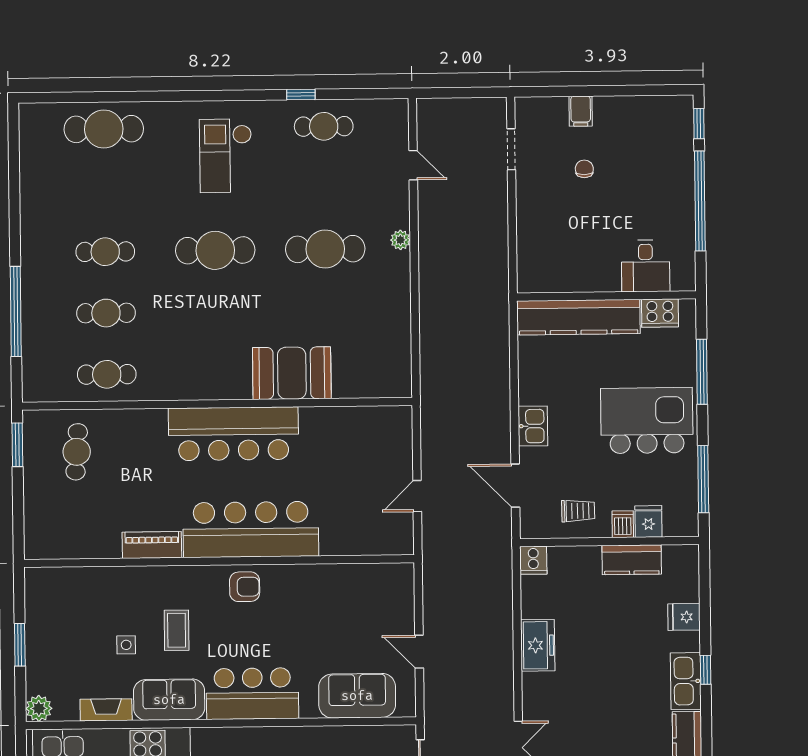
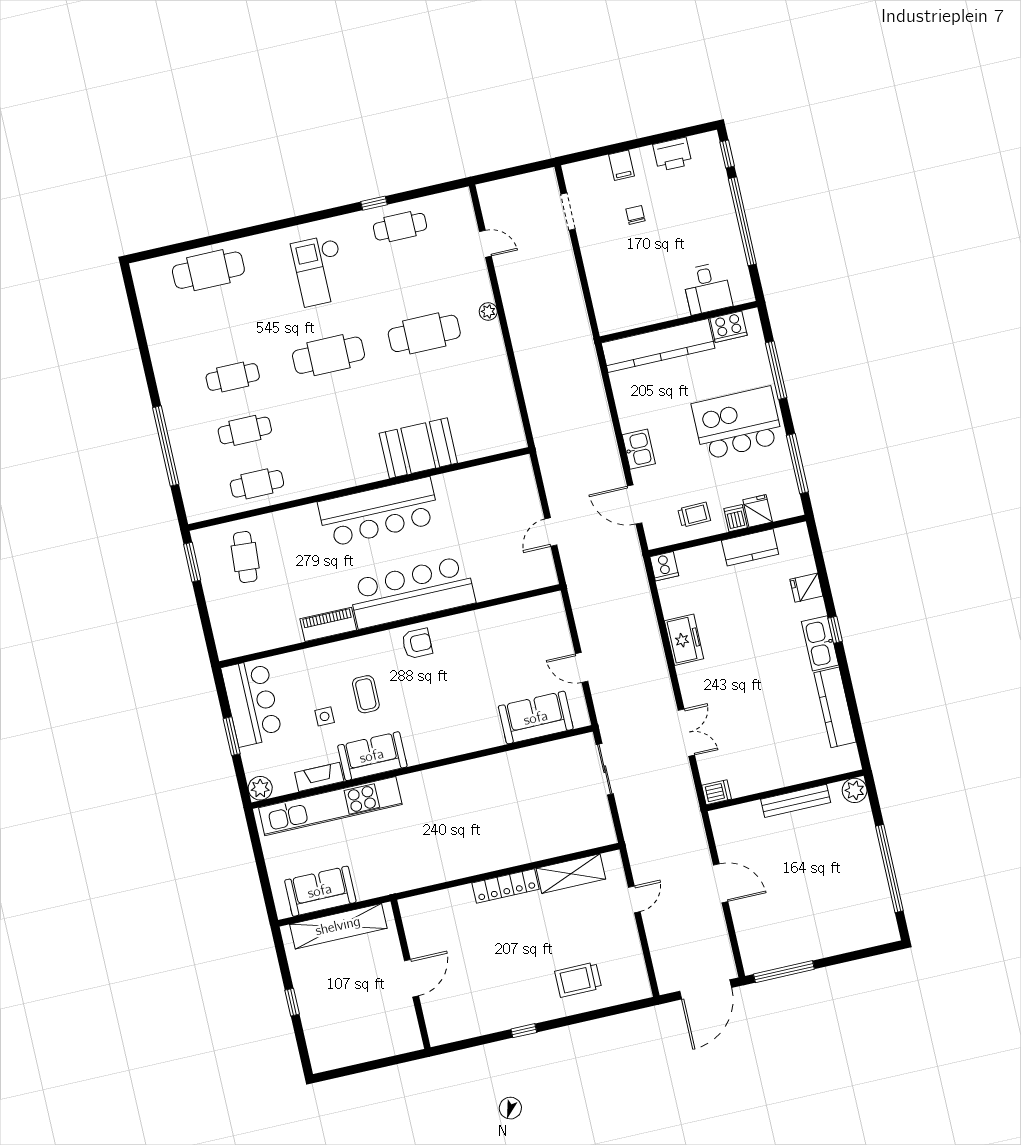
printer: (639, 111) -> (672, 154), added
bar counter: (252, 694) -> (252, 703), moved, turned 90

